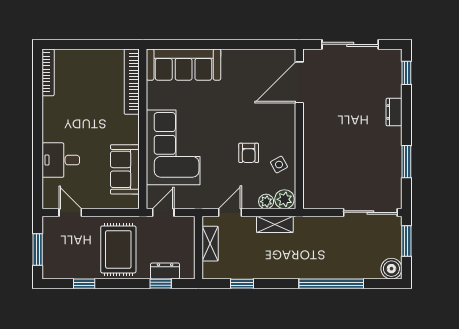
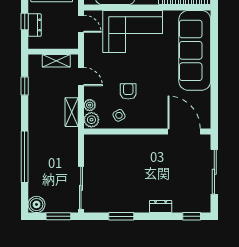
sofa: (184, 65) -> (195, 50), width x1.36, depth x1.27
armchair: (249, 153) -> (128, 91), turned 90

